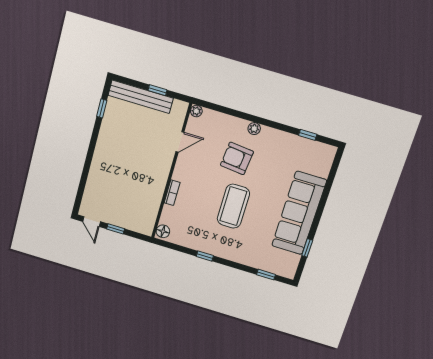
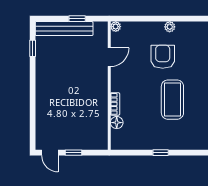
armchair: (237, 158) -> (163, 57), turned 84
floor lamp: (163, 231) -> (117, 123), moved

